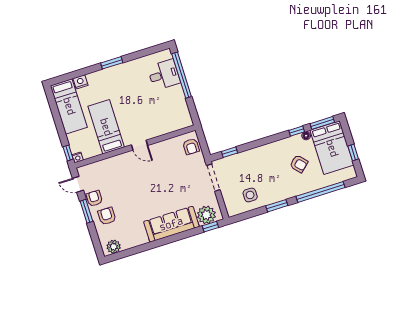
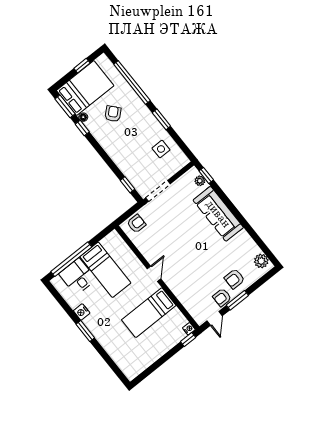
nightstand: (80, 82) -> (82, 312), moved
bed: (69, 106) -> (105, 270), moved, turned 90
plant: (206, 215) -> (200, 181), width x0.53, depth x0.53

